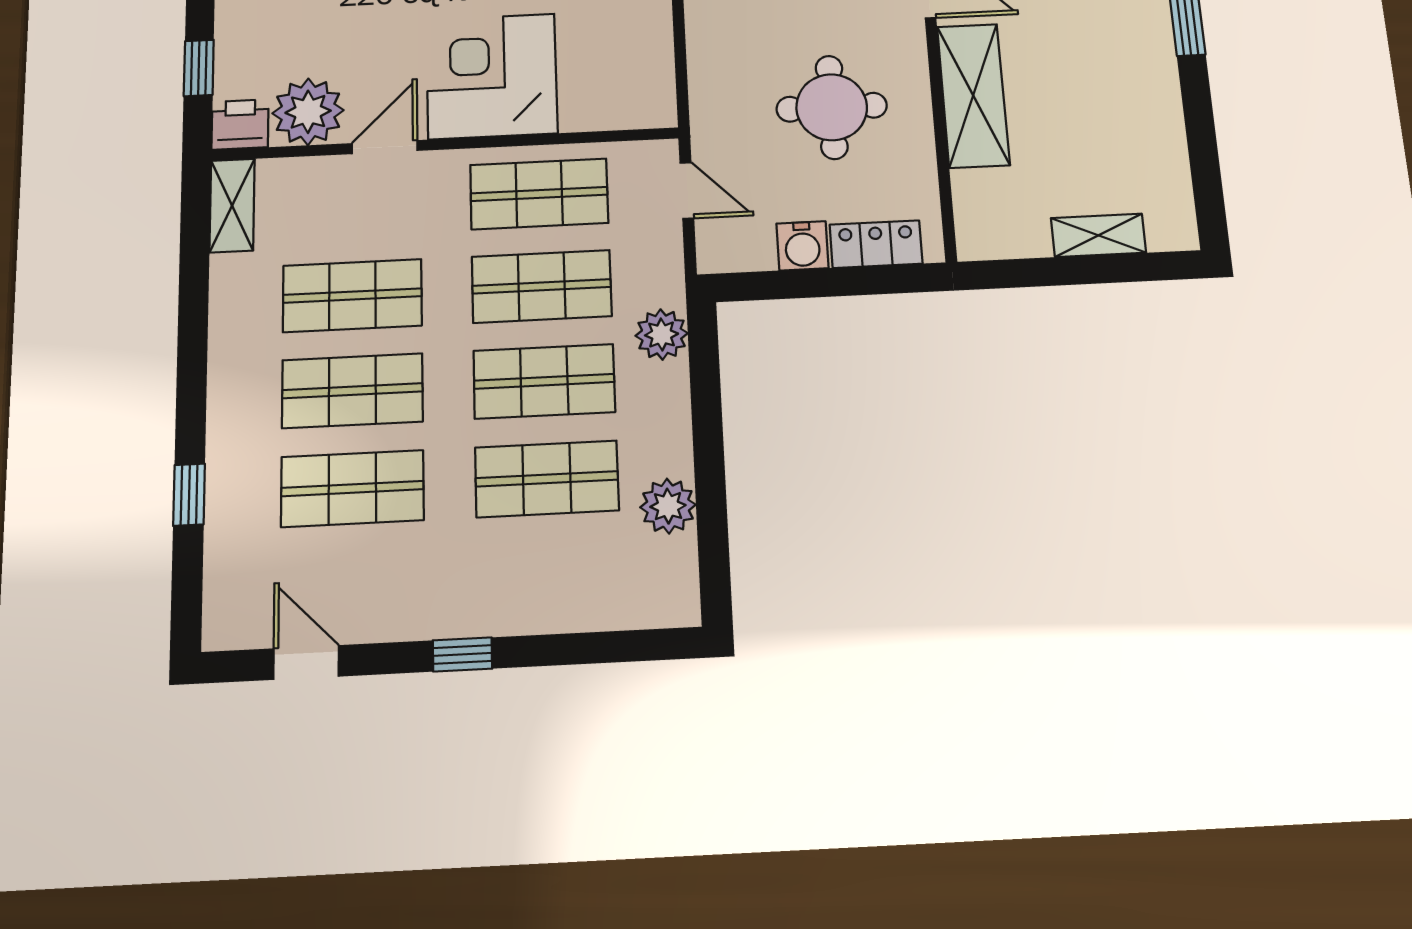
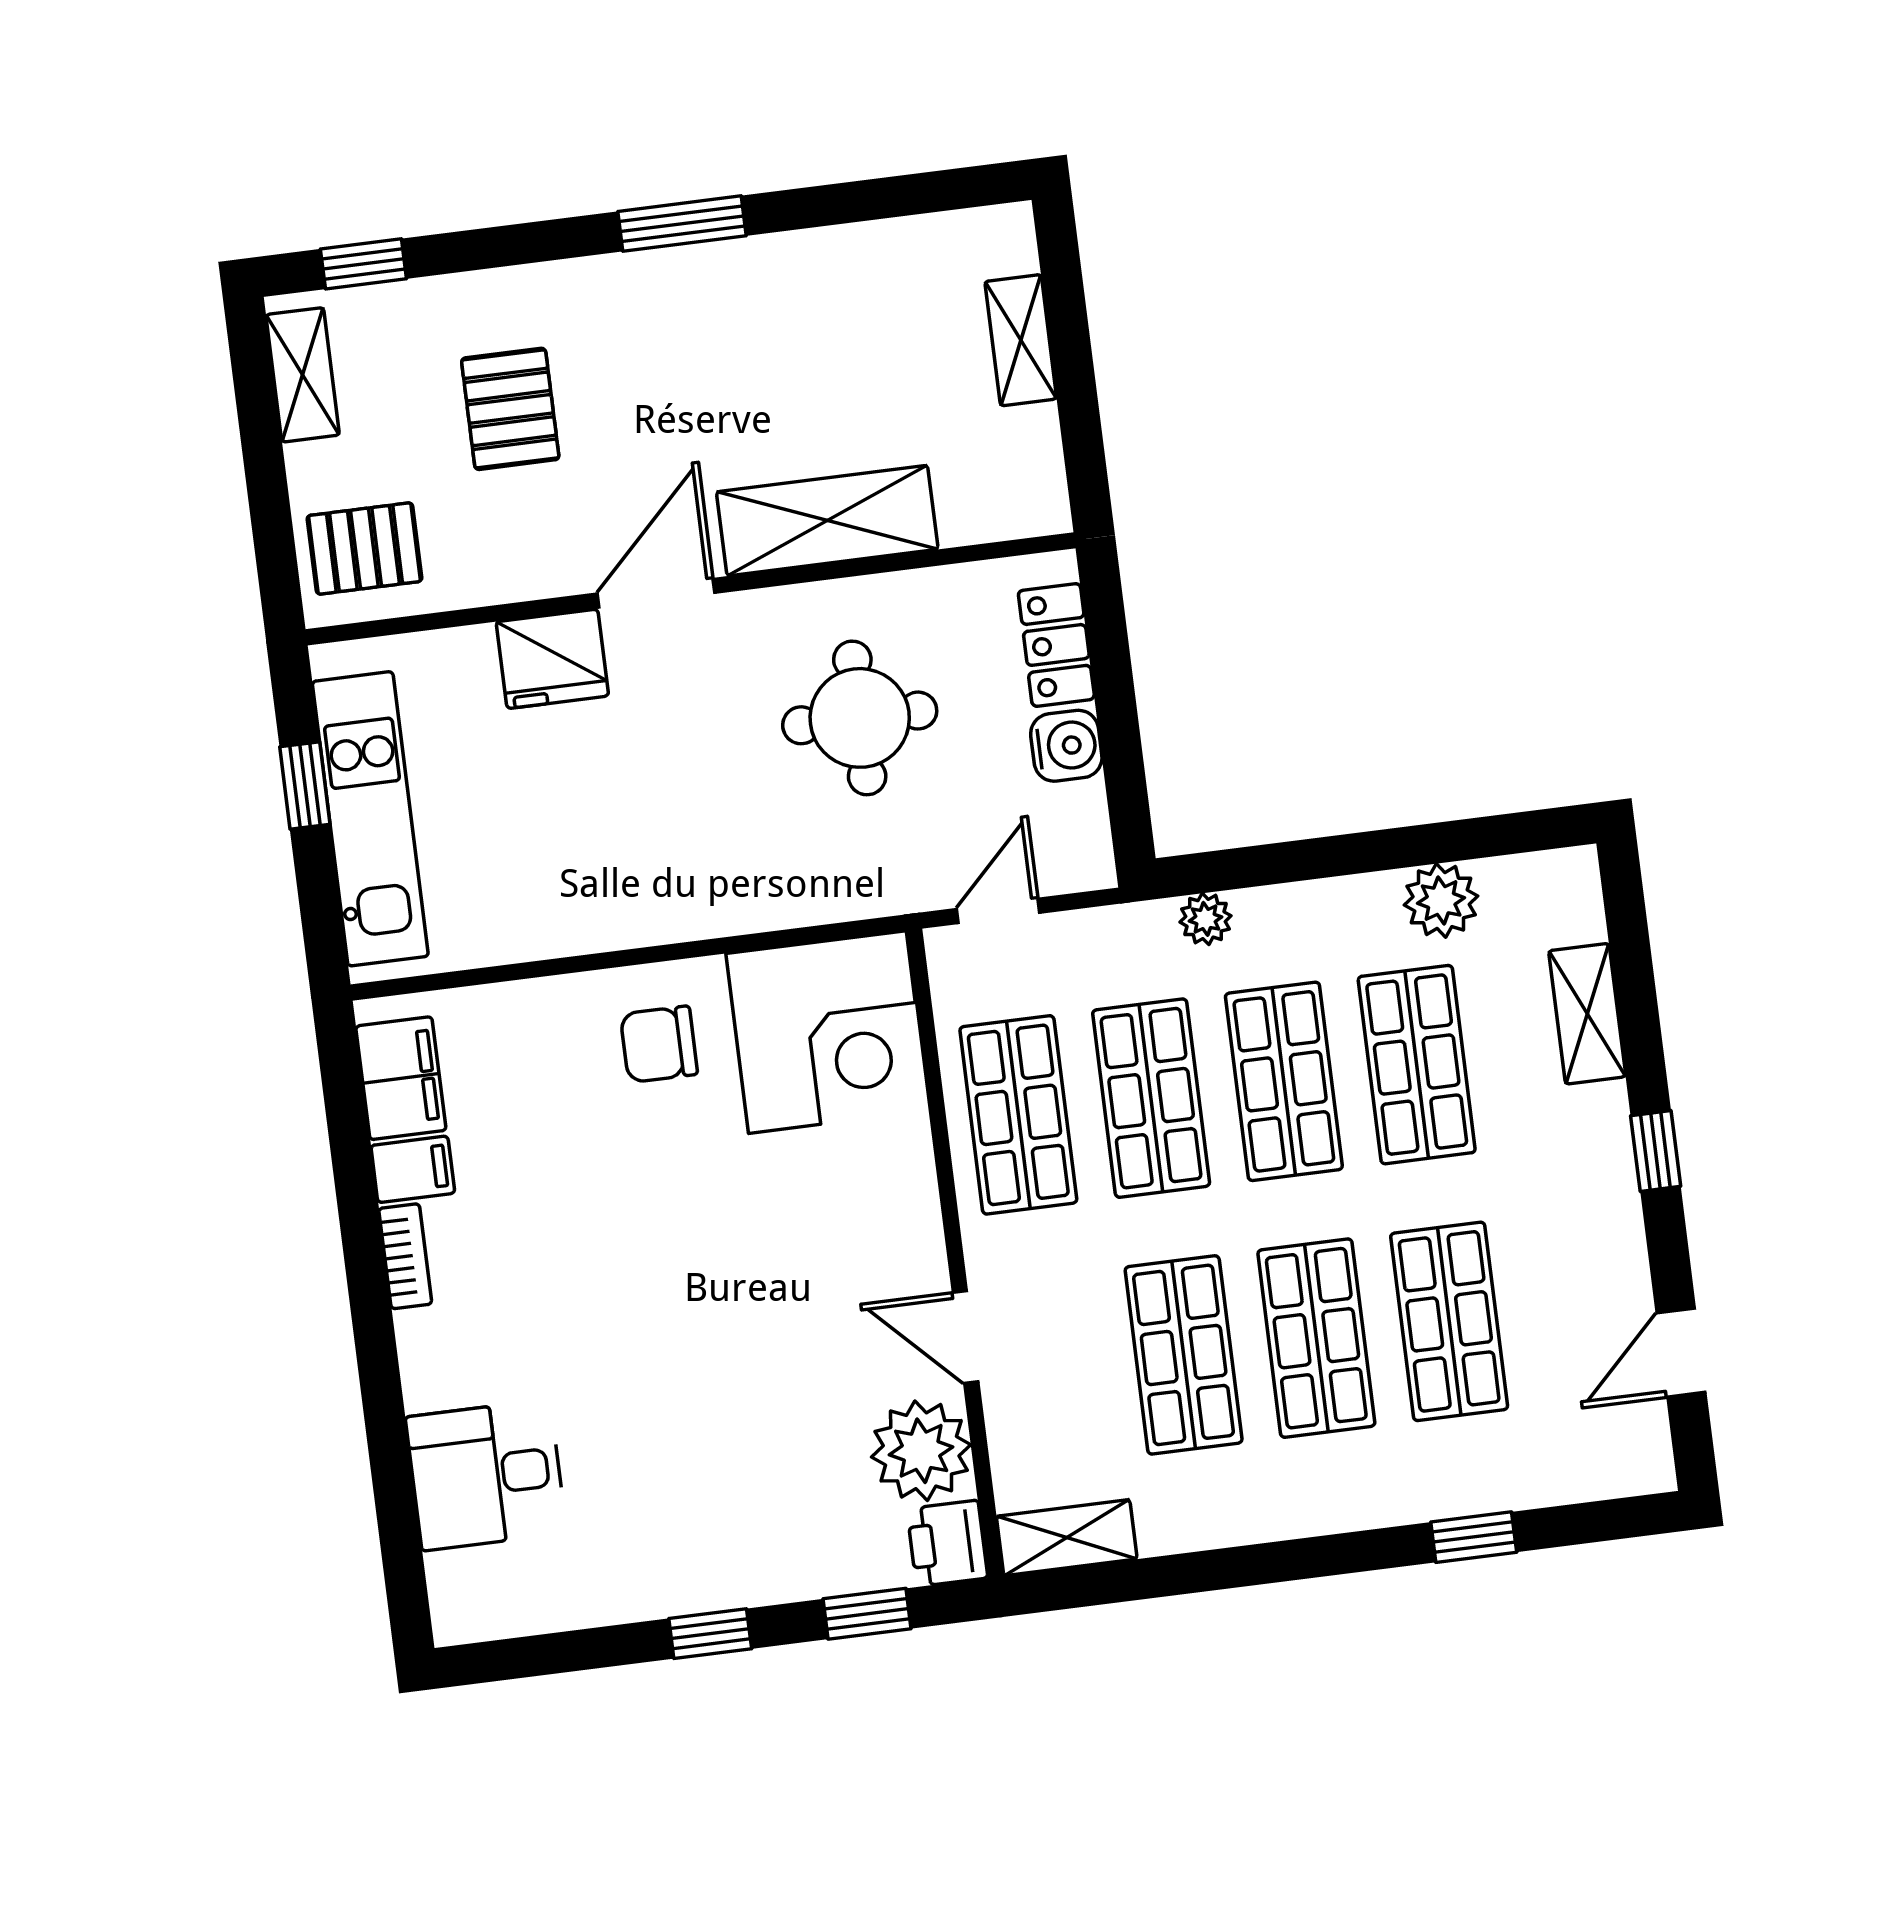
corner desk: (492, 76) -> (827, 1032), moved, turned -90
plant: (662, 334) -> (1206, 919), width x0.73, depth x0.73
shelving: (573, 610) -> (1587, 1014), added

